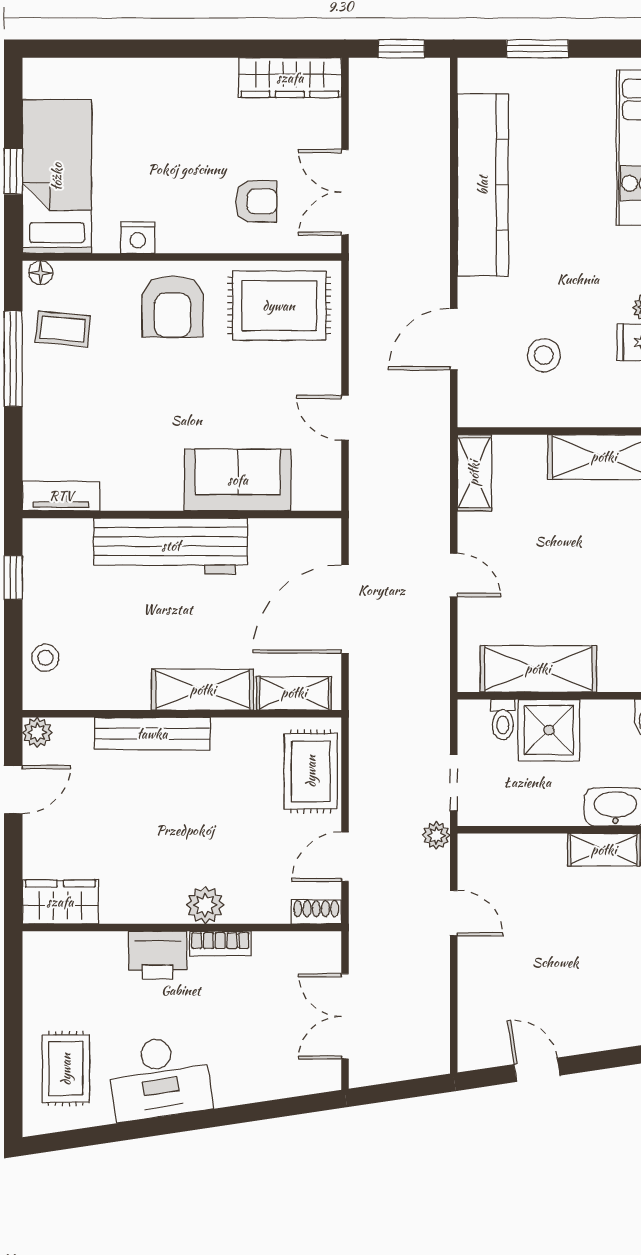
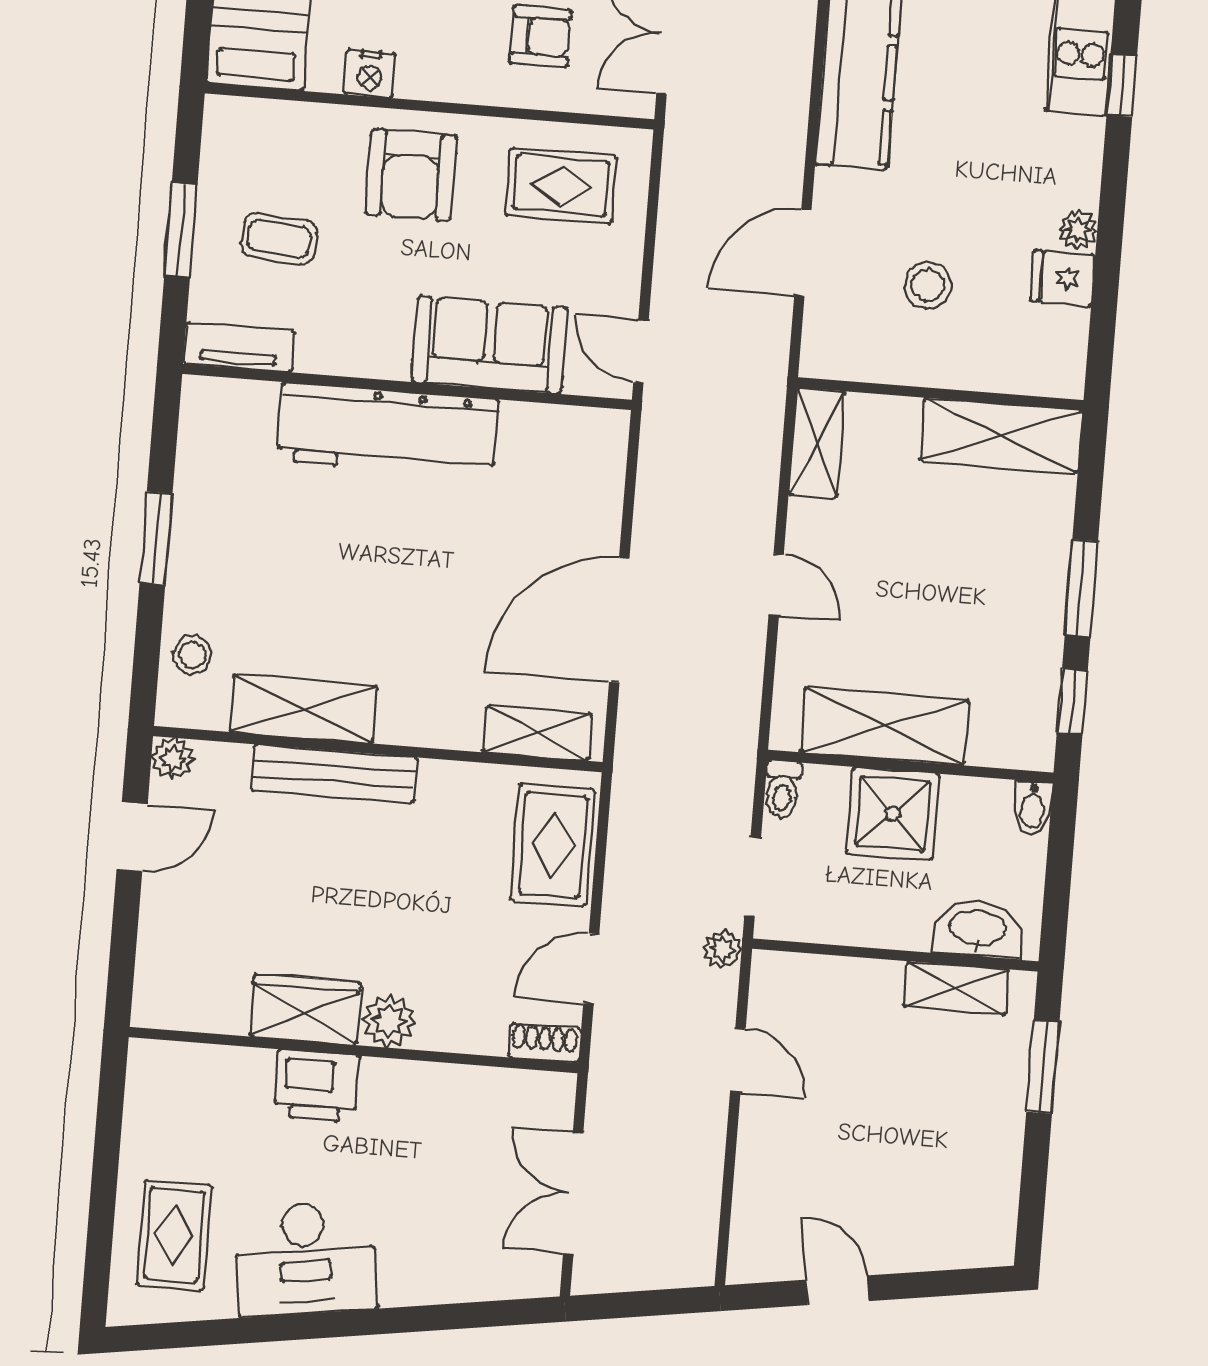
floor lamp: (41, 273) -> (229, 112), removed
rug: (279, 306) -> (561, 186), width x0.73, depth x0.70
coffee table: (63, 329) -> (279, 238), moved
window: (13, 359) -> (181, 230), width x0.69
sofa: (238, 480) -> (489, 345), moved
tv unit: (61, 496) -> (239, 347), moved
wall: (182, 514) -> (407, 387), moved
workbench: (171, 546) -> (388, 430), moved
window: (13, 578) -> (156, 538), width x1.50
shelving: (203, 690) -> (303, 709), moved
toilet: (503, 719) -> (782, 790), moved
wardrobe: (60, 902) -> (305, 1010), moved
bookcase: (220, 943) -> (406, 1077), removed

